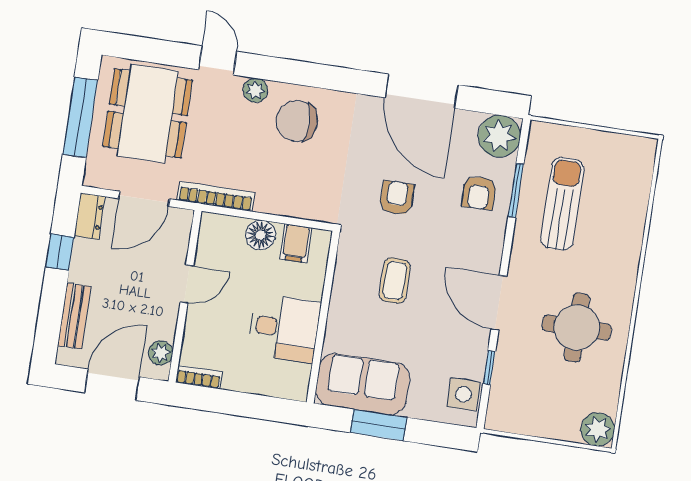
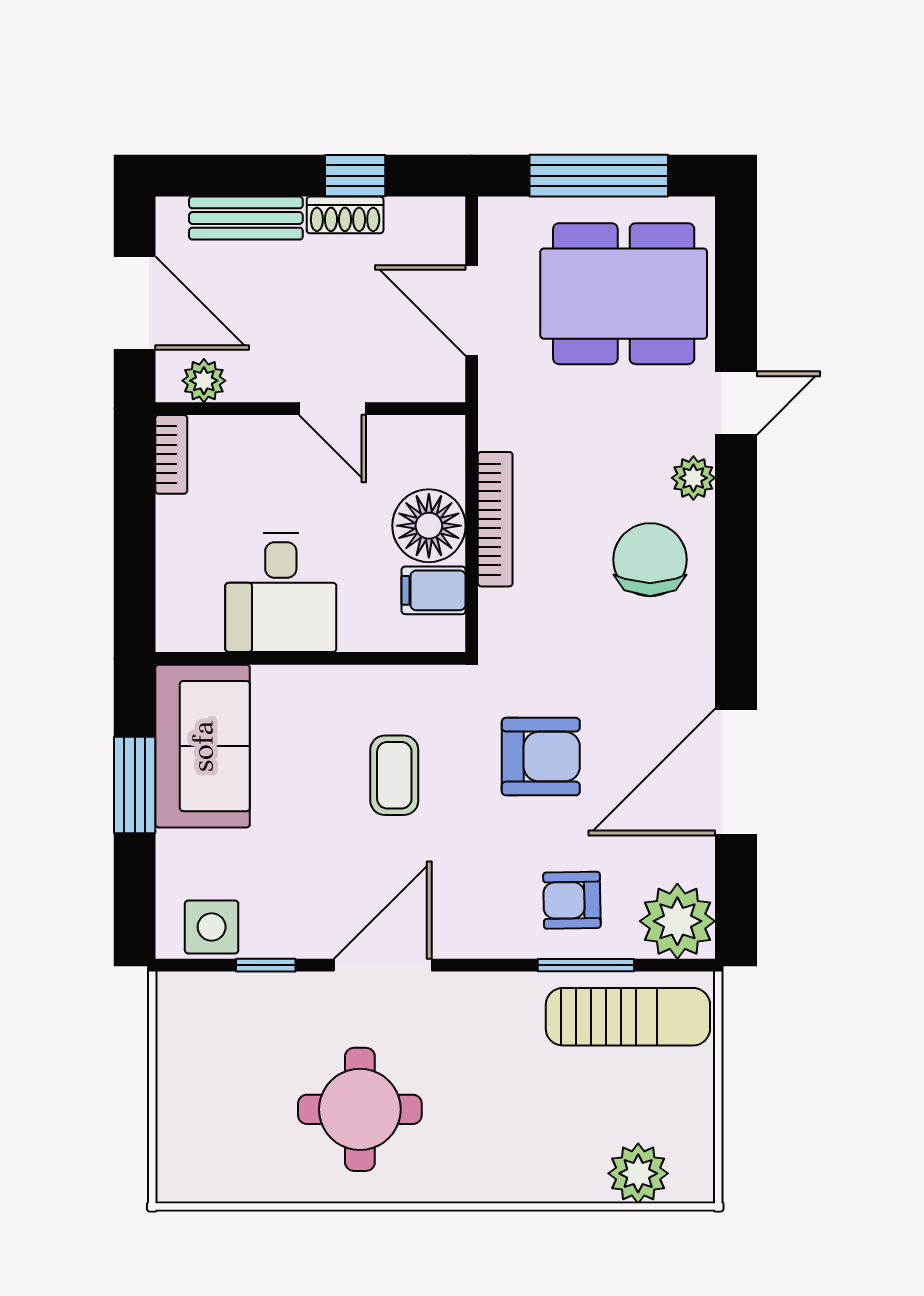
bookcase: (216, 196) -> (495, 519), moved
armchair: (397, 198) -> (541, 757), width x1.38, depth x1.38
sun lounger: (562, 204) -> (628, 1017), moved
dresser: (89, 216) -> (426, 218), removed
floor lamp: (261, 235) -> (429, 526), width x1.38, depth x1.38
shoe rack: (81, 261) -> (345, 215), added
coffee table: (395, 281) -> (394, 775), turned 90
plant: (598, 429) -> (638, 1173), moved

